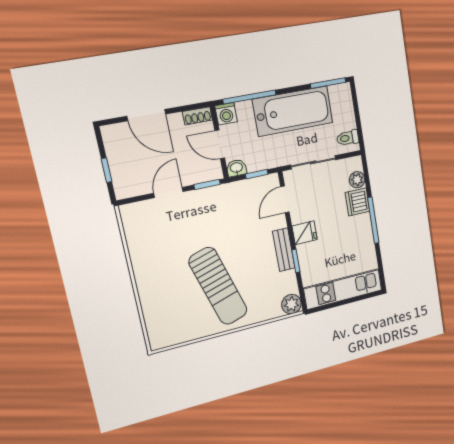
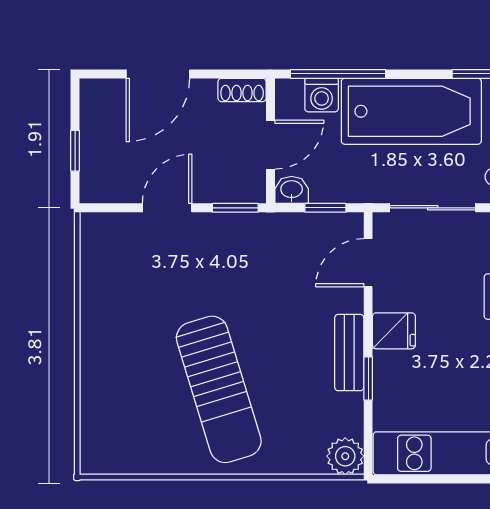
washing machine: (226, 114) -> (322, 95), moved
door: (146, 115) -> (158, 74), hinge flipped
door: (220, 144) -> (270, 145), swing flipped

